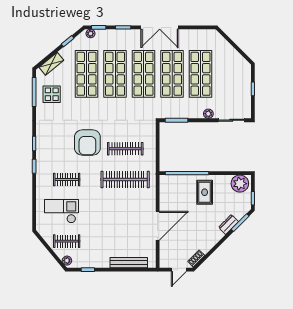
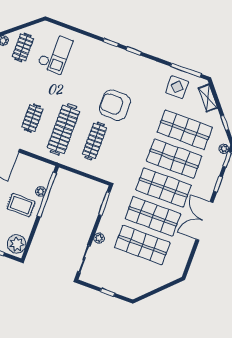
plant: (186, 179) -> (41, 191), added
clothes rail: (67, 180) -> (32, 118), moved

